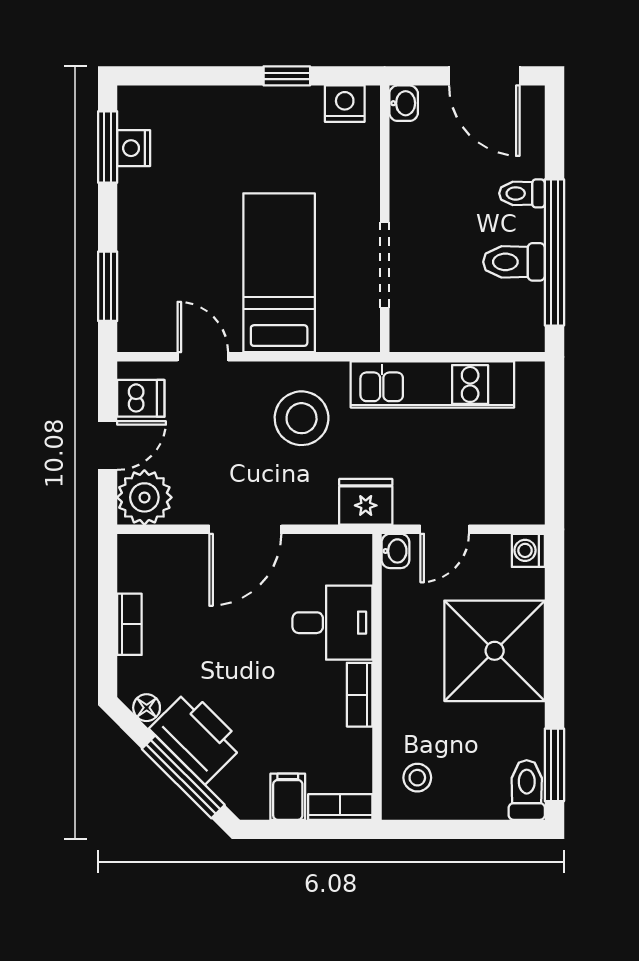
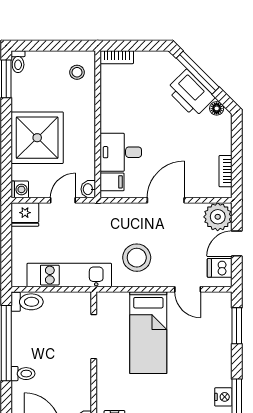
toilet: (514, 262) -> (27, 302), moved
fridge: (366, 502) -> (25, 215), moved
bookcase: (129, 624) -> (225, 171), moved
bookcase: (360, 695) -> (107, 115), removed
toilet: (527, 790) -> (18, 62), width x0.73, depth x0.72
filing cabinet: (288, 797) -> (112, 182), moved, turned -90

